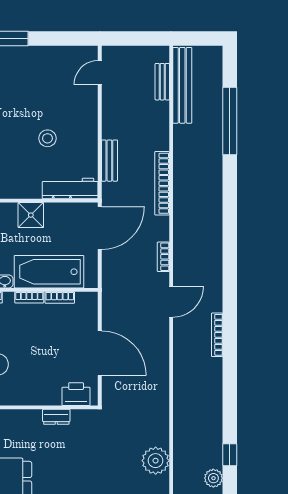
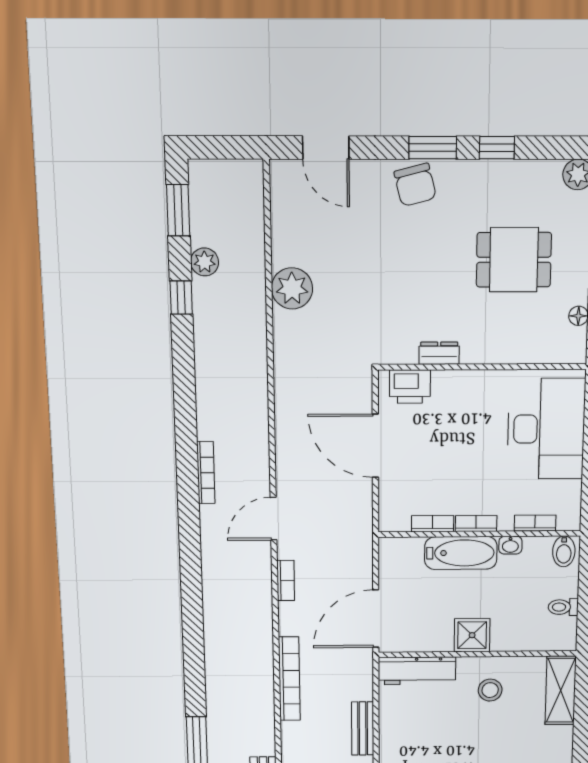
stool: (47, 138) -> (490, 690), moved
bench: (109, 161) -> (363, 728), moved
bathtub: (49, 272) -> (461, 553), width x0.73, depth x0.73

